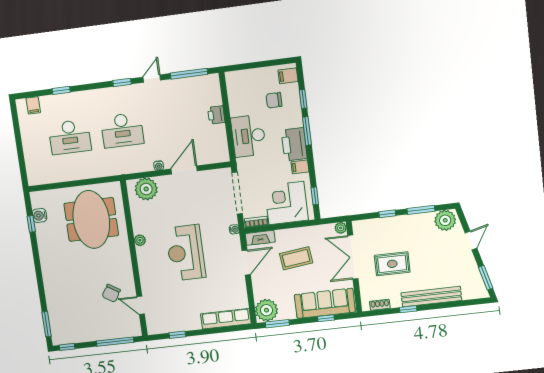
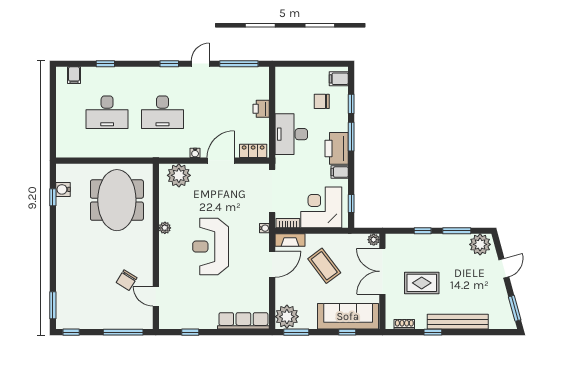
locker: (214, 157) -> (253, 151), added
coffee table: (296, 258) -> (324, 266), turned 60

